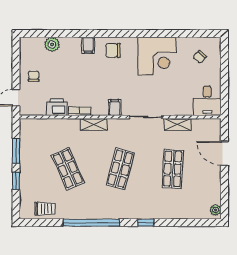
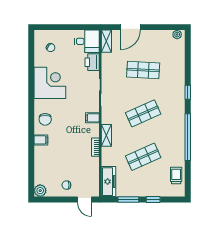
plant: (52, 44) -> (40, 191), moved
printer: (57, 107) -> (92, 62), moved
shelving: (178, 125) -> (106, 41), moved
freezer: (38, 127) -> (108, 182), added
shop shelf: (120, 169) -> (143, 113), turned -39

